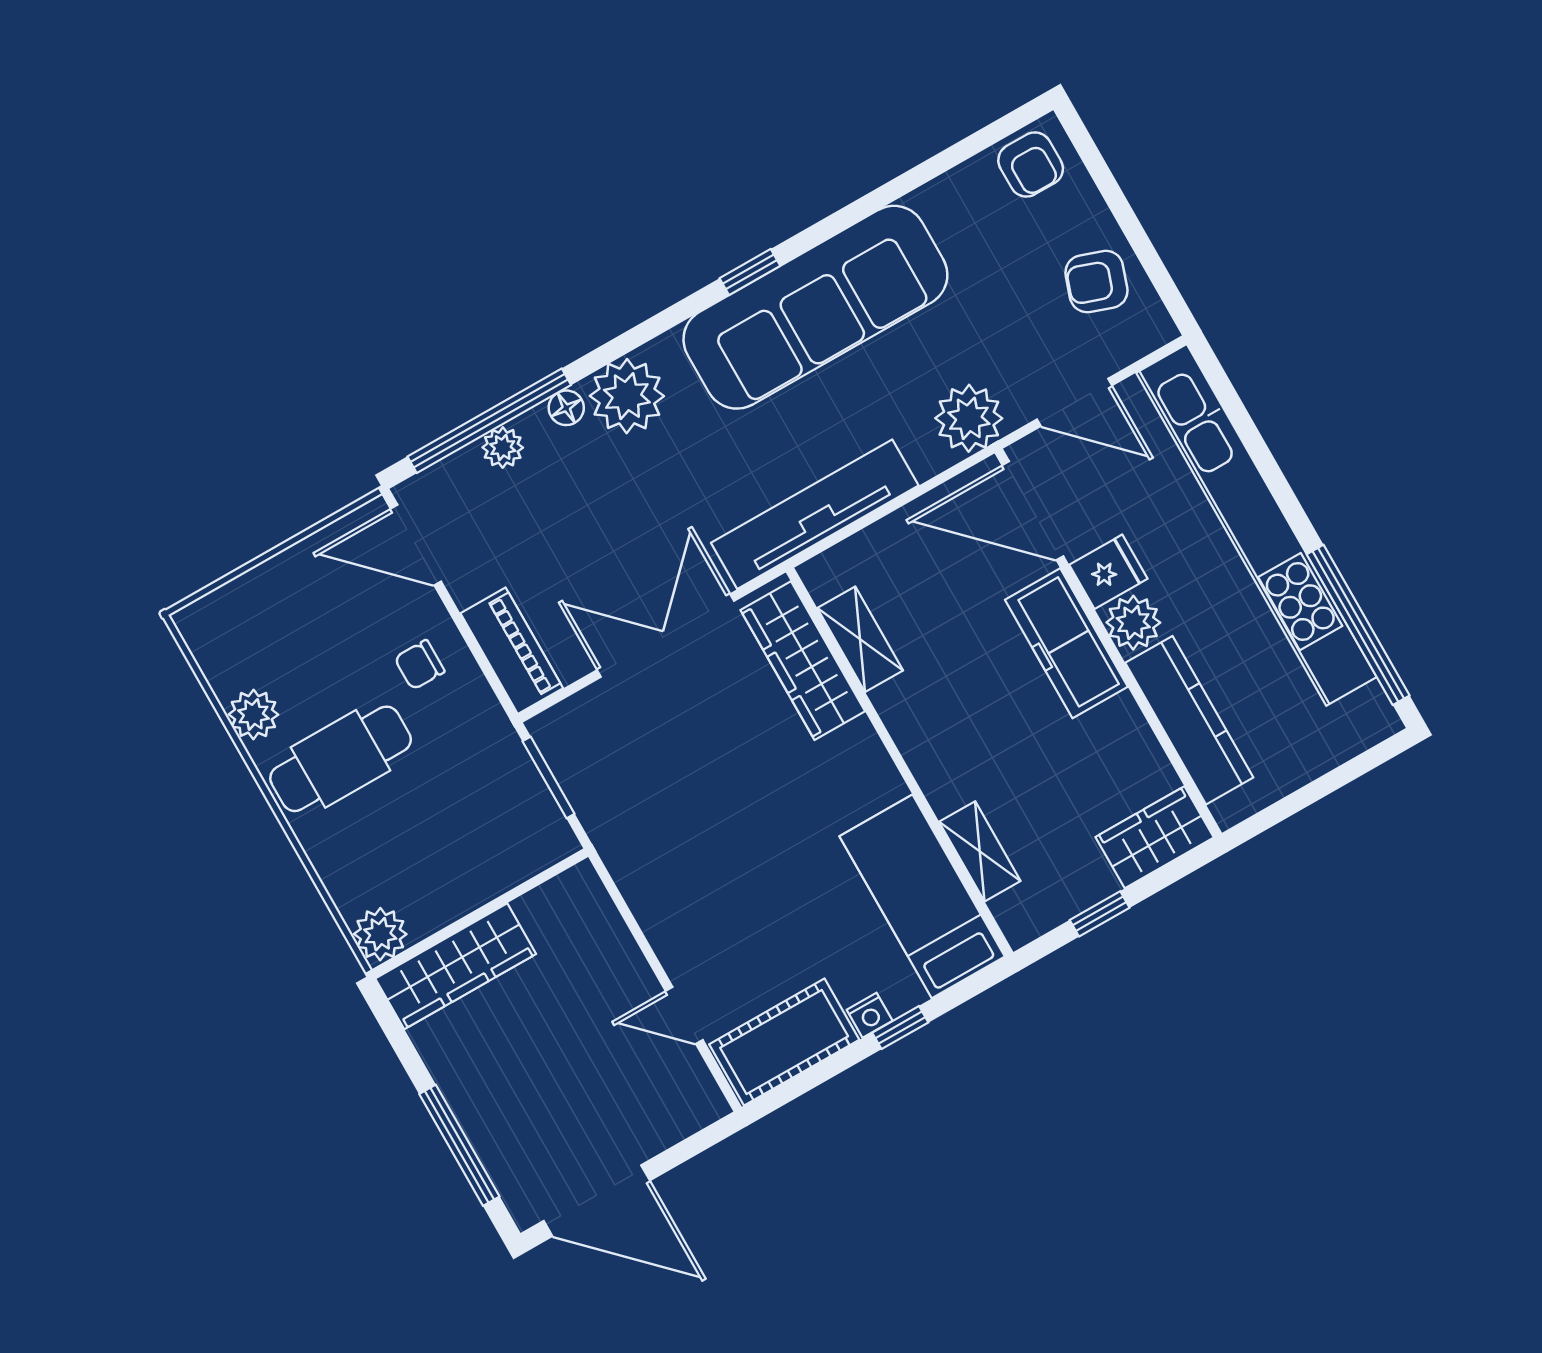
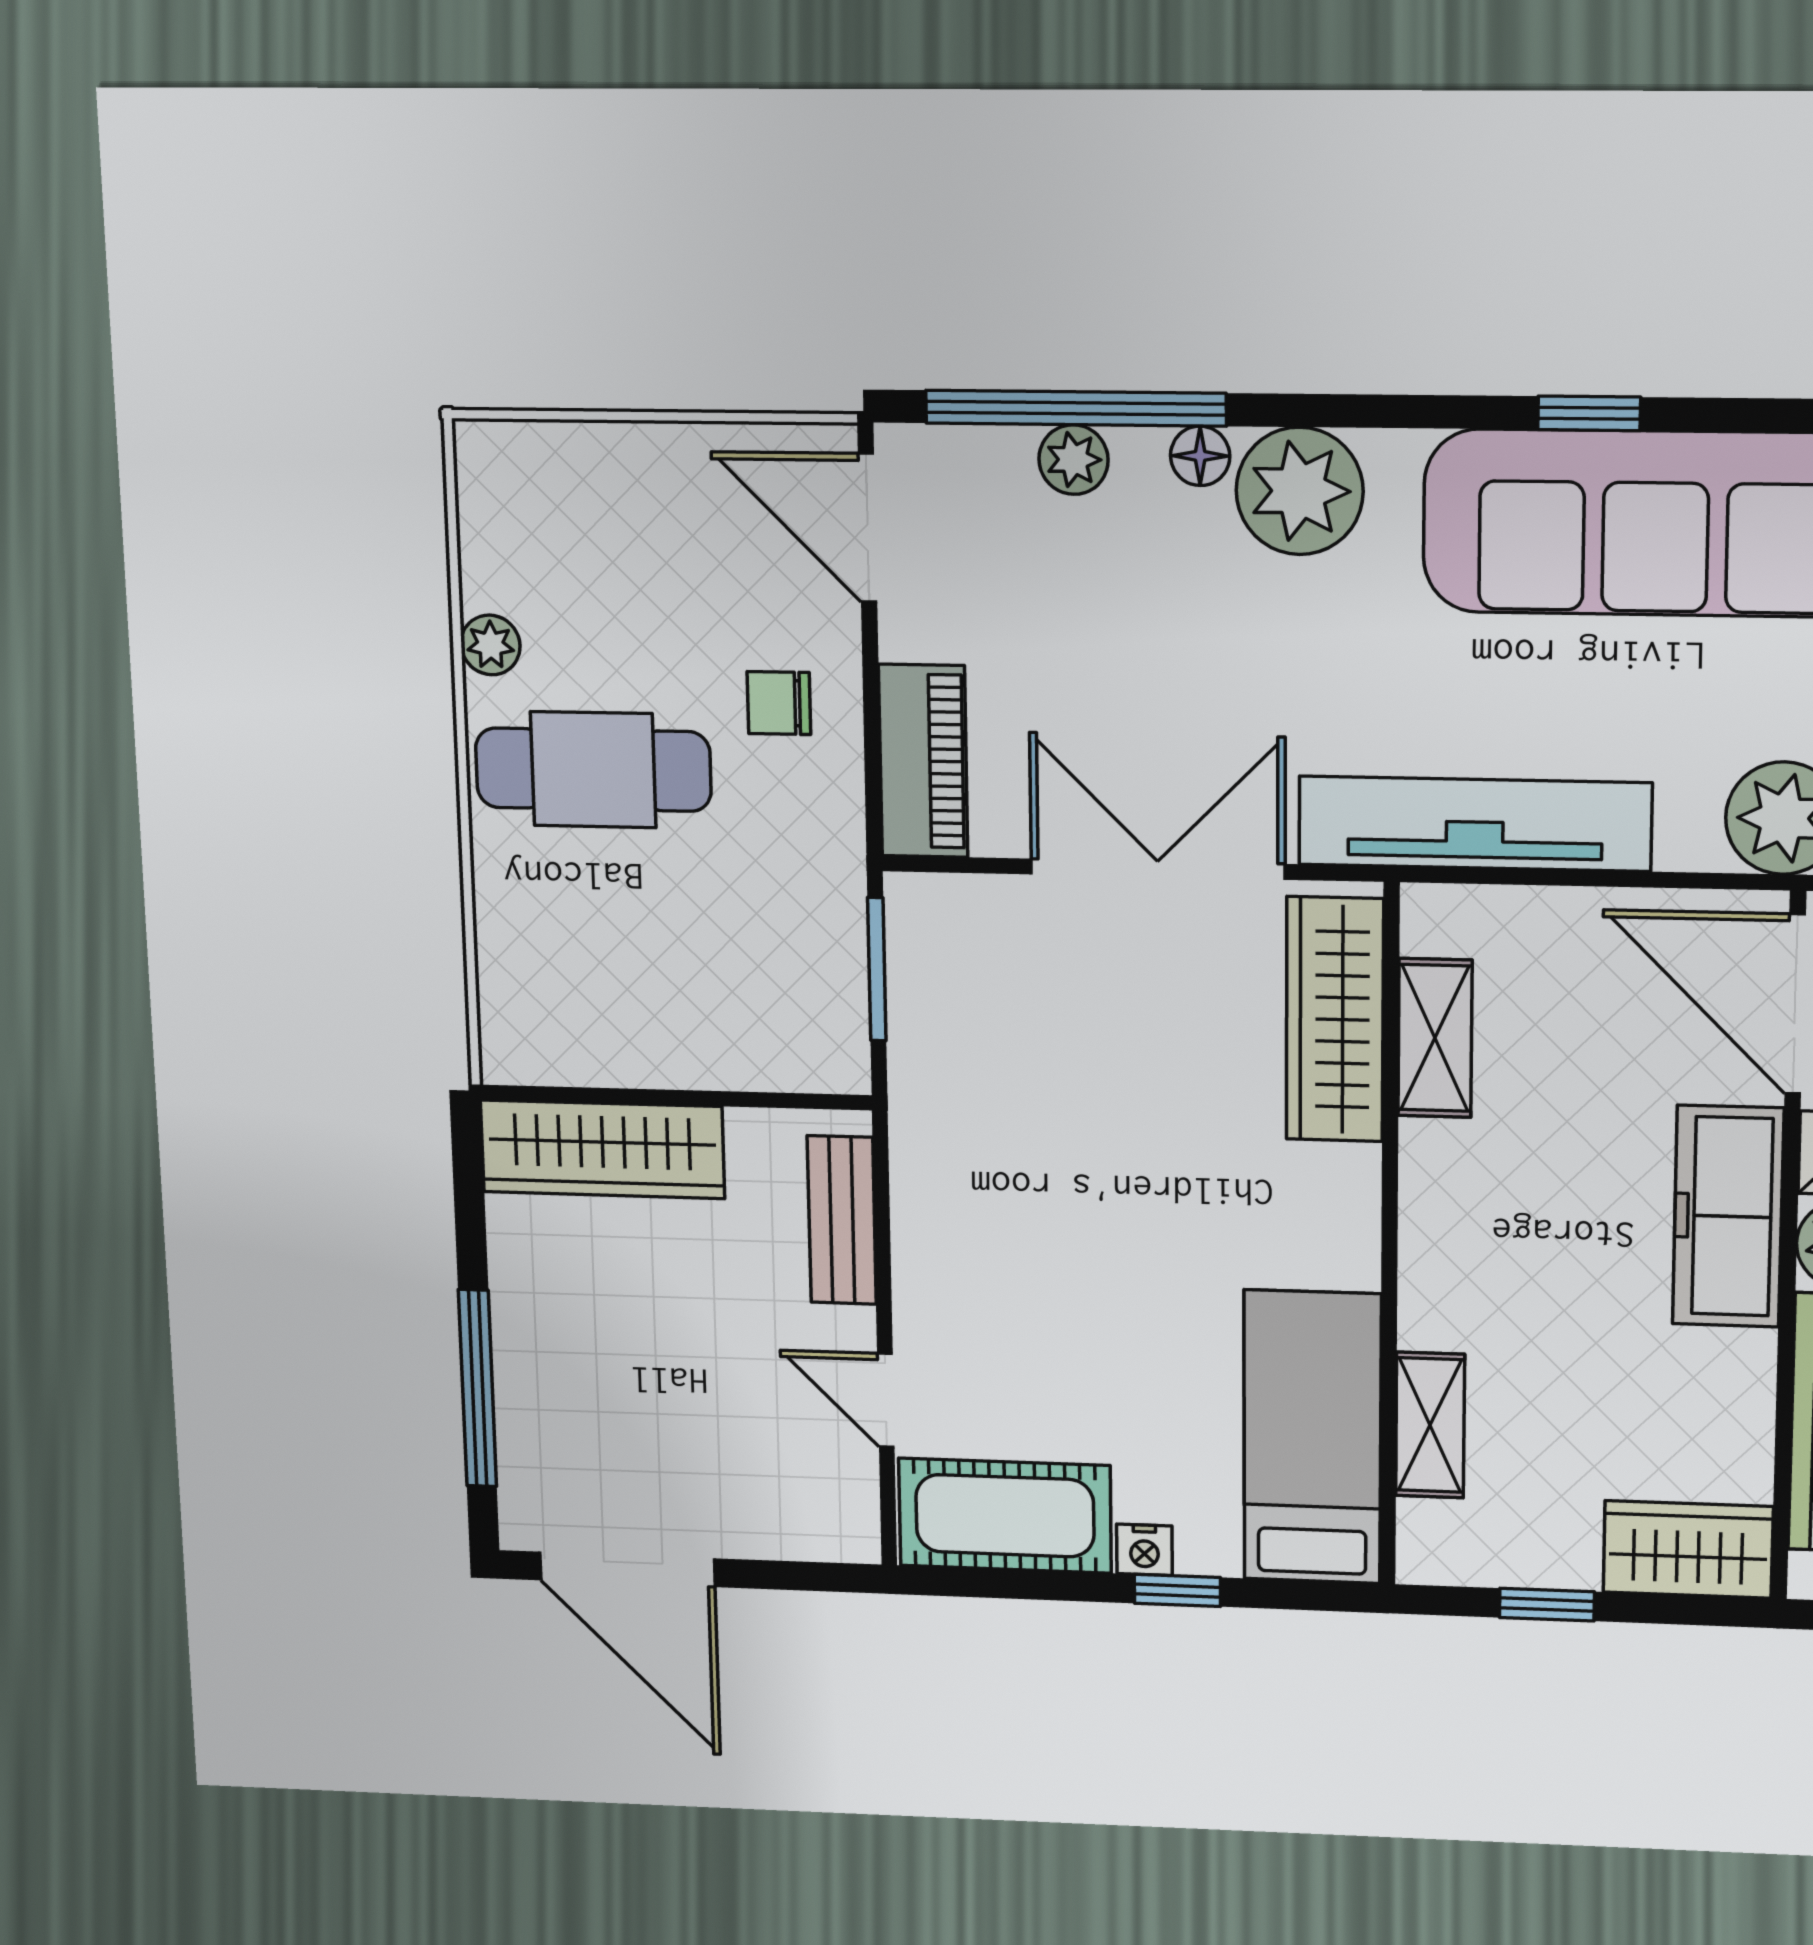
plant: (253, 714) -> (490, 645), width x0.73, depth x0.73
bench: (605, 928) -> (842, 1220), added
plant: (380, 934) -> (520, 1044), removed

